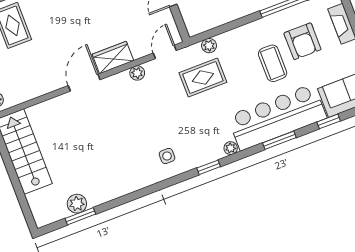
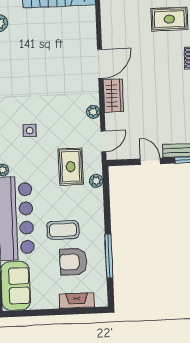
door: (165, 52) -> (103, 141), hinge flipped
door: (84, 83) -> (100, 64), hinge flipped
side table: (167, 156) -> (30, 131), moved

